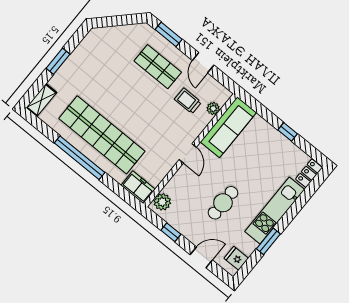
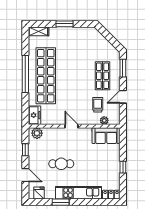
sofa: (228, 127) -> (106, 136), width x0.73
door: (188, 153) -> (71, 126), swing flipped

